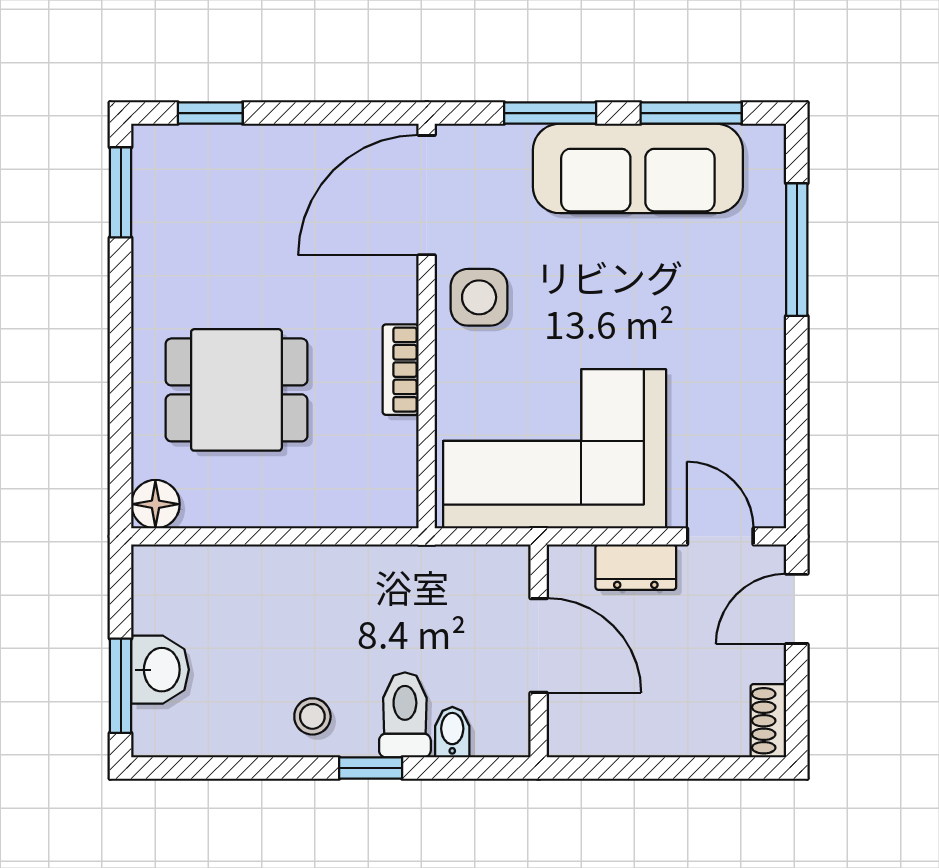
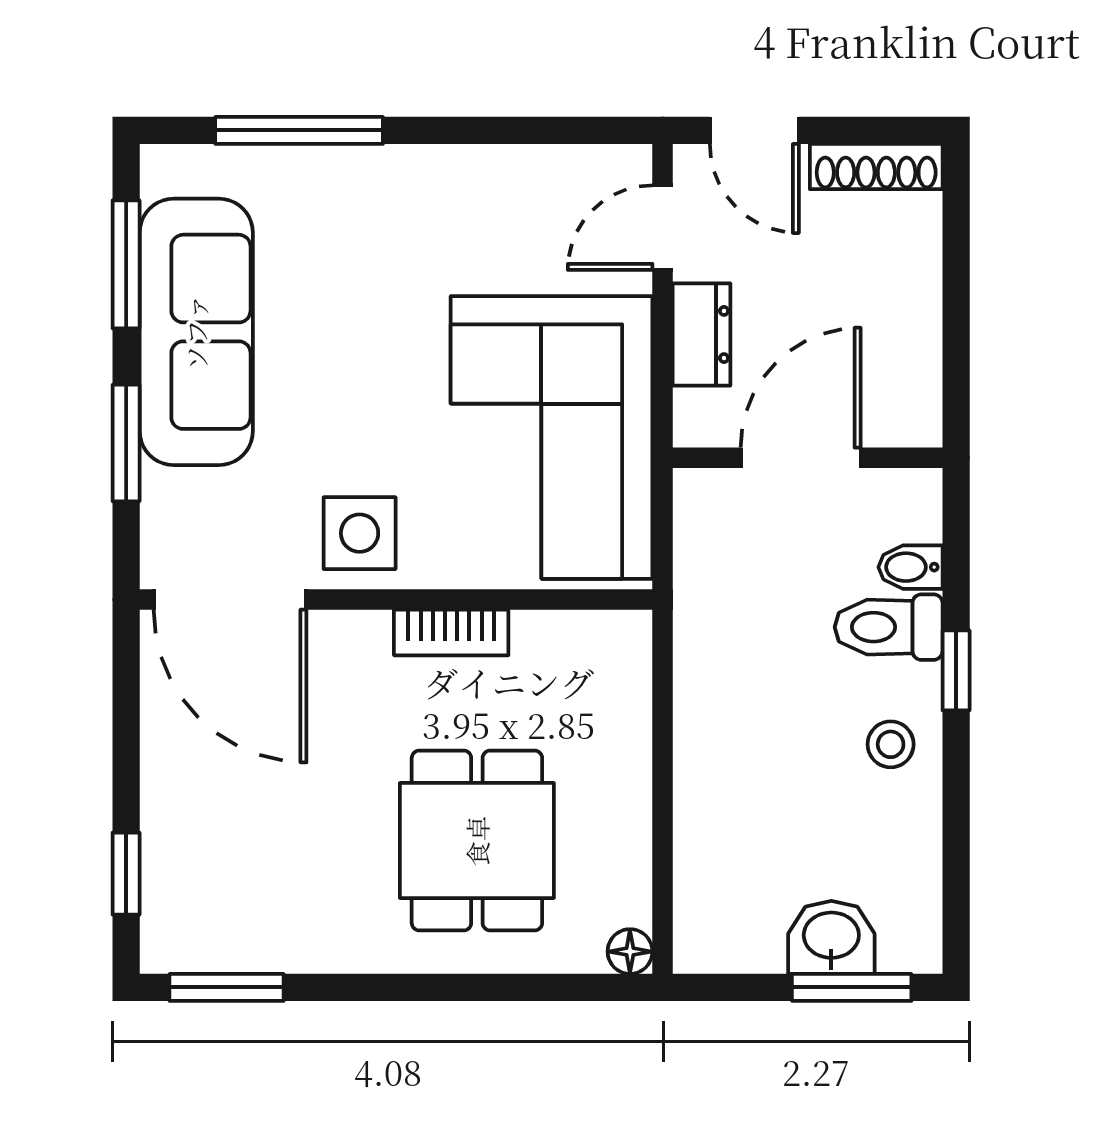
floor lamp: (155, 504) -> (630, 952), width x0.73, depth x0.73
shoe rack: (768, 721) -> (876, 167), width x1.43

